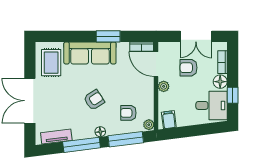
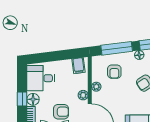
window: (233, 95) -> (22, 99), moved
armchair: (128, 113) -> (114, 72), turned 90
plant: (149, 125) -> (96, 87), moved

